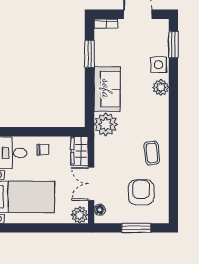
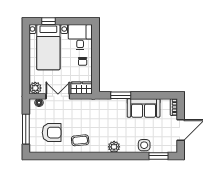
window: (90, 54) -> (121, 95), moved
plant: (161, 87) -> (114, 147), moved
sofa: (107, 89) -> (144, 108), moved
plant: (106, 124) -> (101, 107), removed
window: (136, 228) -> (26, 129), width x1.44

